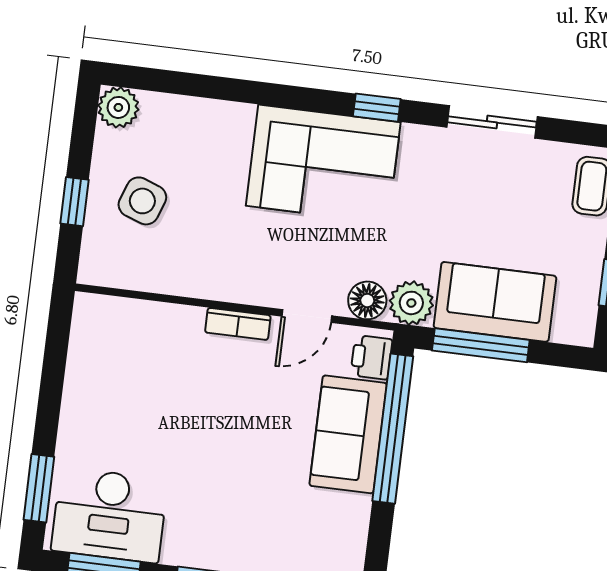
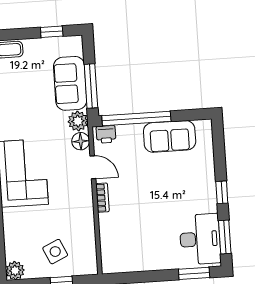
side table: (142, 201) -> (55, 252), turned 45
sofa: (348, 434) -> (170, 136), moved

